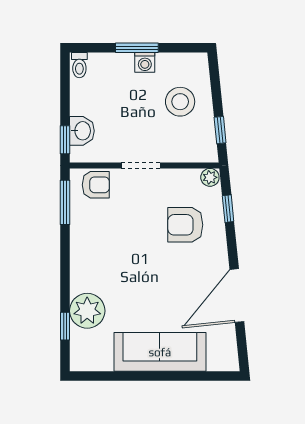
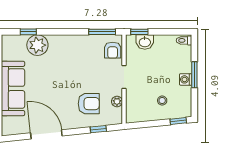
stool: (180, 102) -> (162, 101), width x0.53, depth x0.53
window: (220, 130) -> (178, 121), moved
plant: (210, 177) -> (117, 101), moved
armchair: (185, 225) -> (89, 104), turned 90

